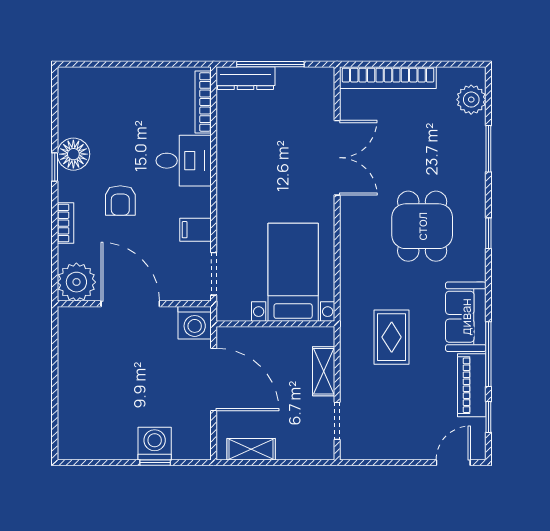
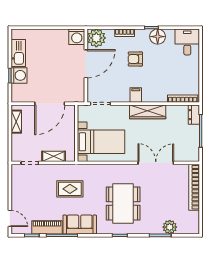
dresser: (246, 78) -> (194, 115), width x0.70
plant: (471, 100) -> (170, 227), moved
double door: (337, 158) -> (156, 163), swing flipped
desk: (184, 161) -> (187, 42), moved, turned 180
wardrobe: (231, 175) -> (148, 112), added
dining table: (422, 226) -> (123, 204), width x1.38
filing cabinet: (196, 230) -> (136, 95), moved
washing machine: (195, 323) -> (77, 37), moved, turned -90
kitchen sink: (108, 445) -> (18, 53), added

